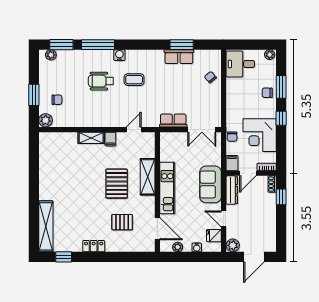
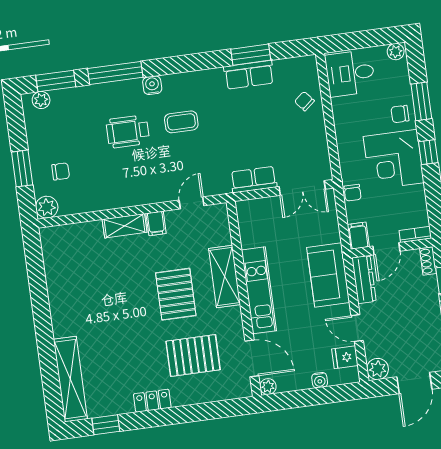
corner desk: (260, 135) -> (394, 160), moved
pallet: (122, 222) -> (193, 355), width x1.50, depth x1.42
plant: (178, 247) -> (268, 387), moved

